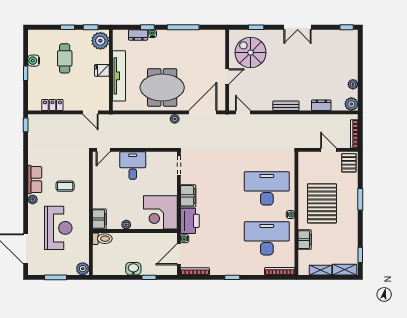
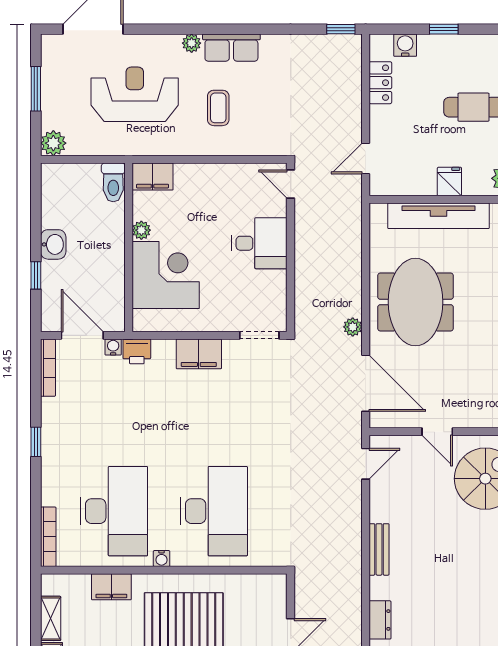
water cooler: (34, 61) -> (405, 45), moved
corner desk: (160, 212) -> (166, 275), moved, turned 90
printer: (190, 221) -> (137, 351), width x0.53, depth x0.68
reception desk: (58, 228) -> (135, 94), turned 180

